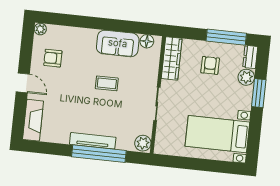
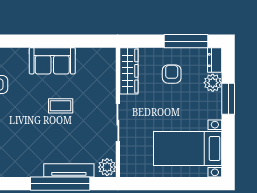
floor lamp: (147, 41) -> (100, 55), removed
sofa: (118, 43) -> (52, 61), moved
tv unit: (93, 141) -> (69, 170), moved

